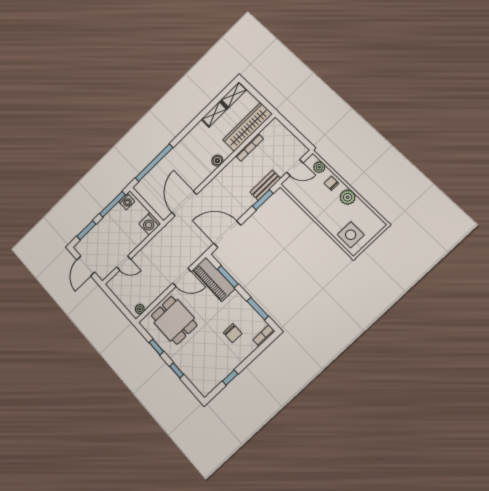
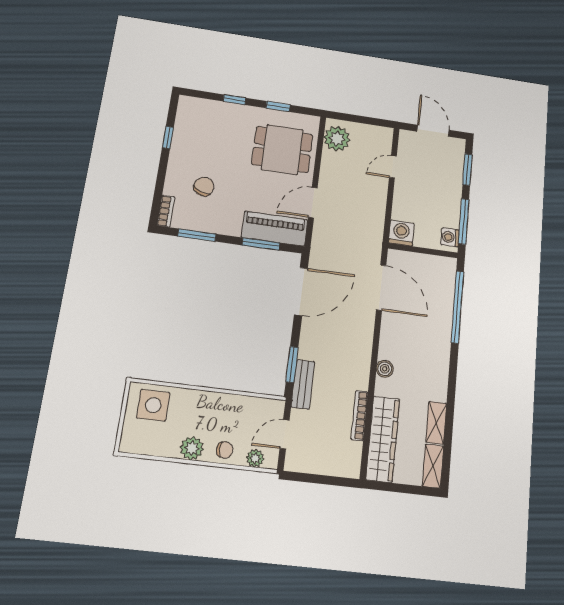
plant: (140, 309) -> (337, 139), width x1.88, depth x1.88
chair: (233, 333) -> (204, 186), turned 111

